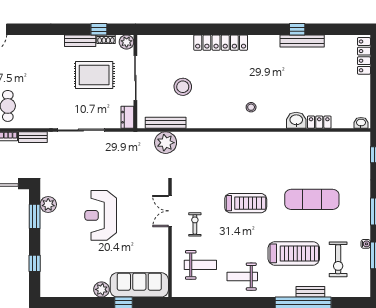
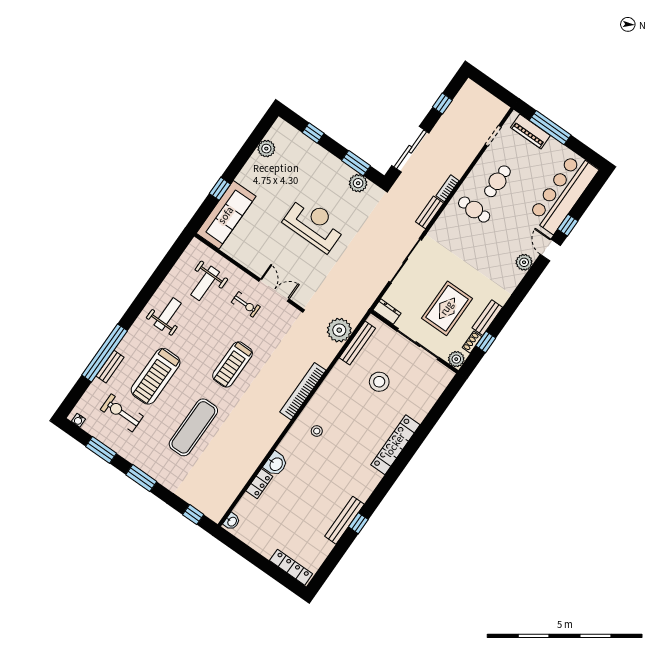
plant: (21, 42) -> (524, 262), added
bookcase: (229, 138) -> (303, 391), added
water cooler: (366, 244) -> (78, 420), moved
plant: (101, 289) -> (266, 149), moved

